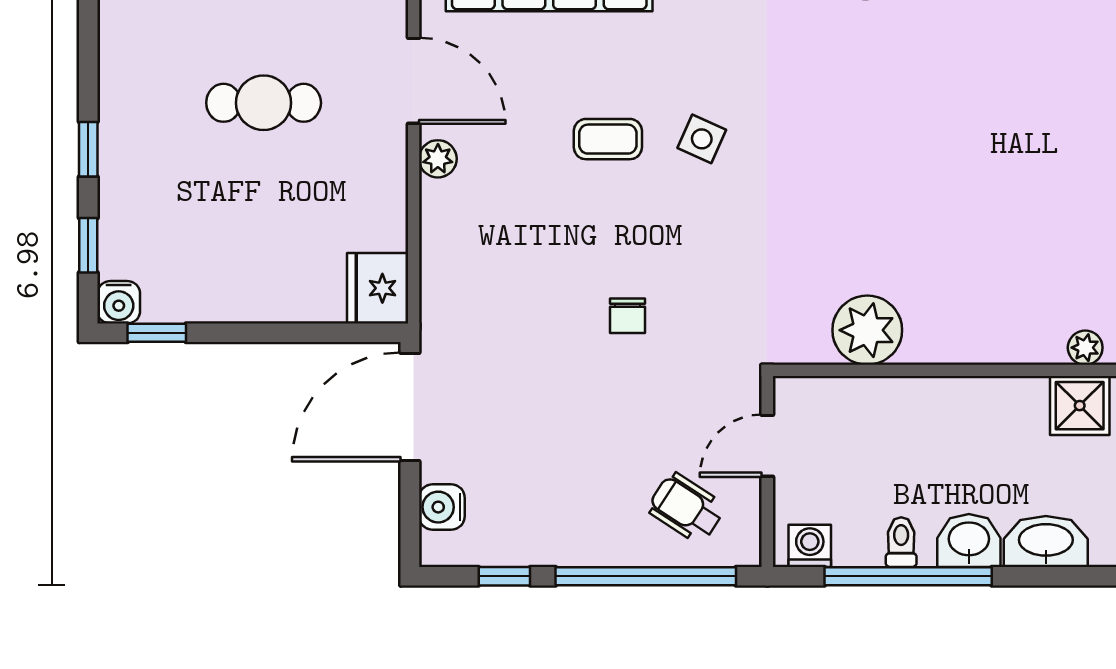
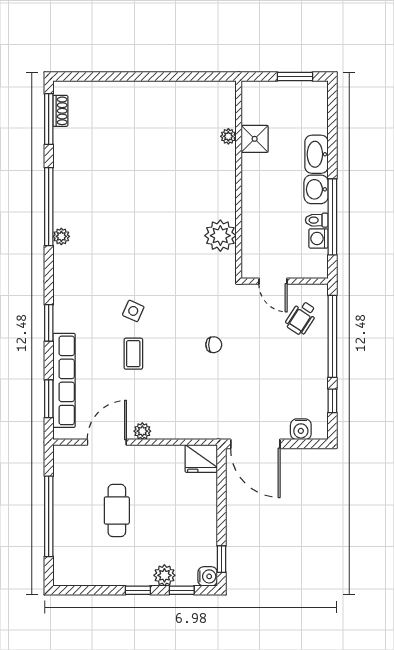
plant: (121, 208) -> (164, 575), added
washing machine: (810, 546) -> (319, 238), moved

